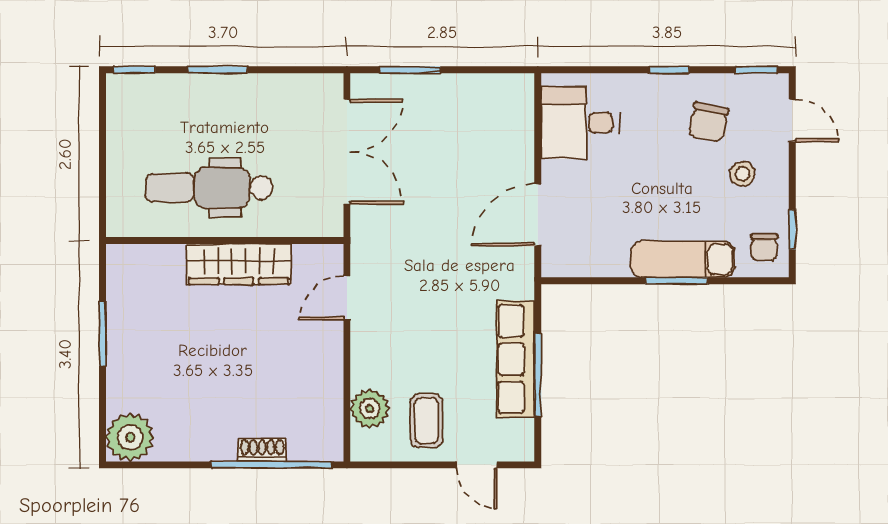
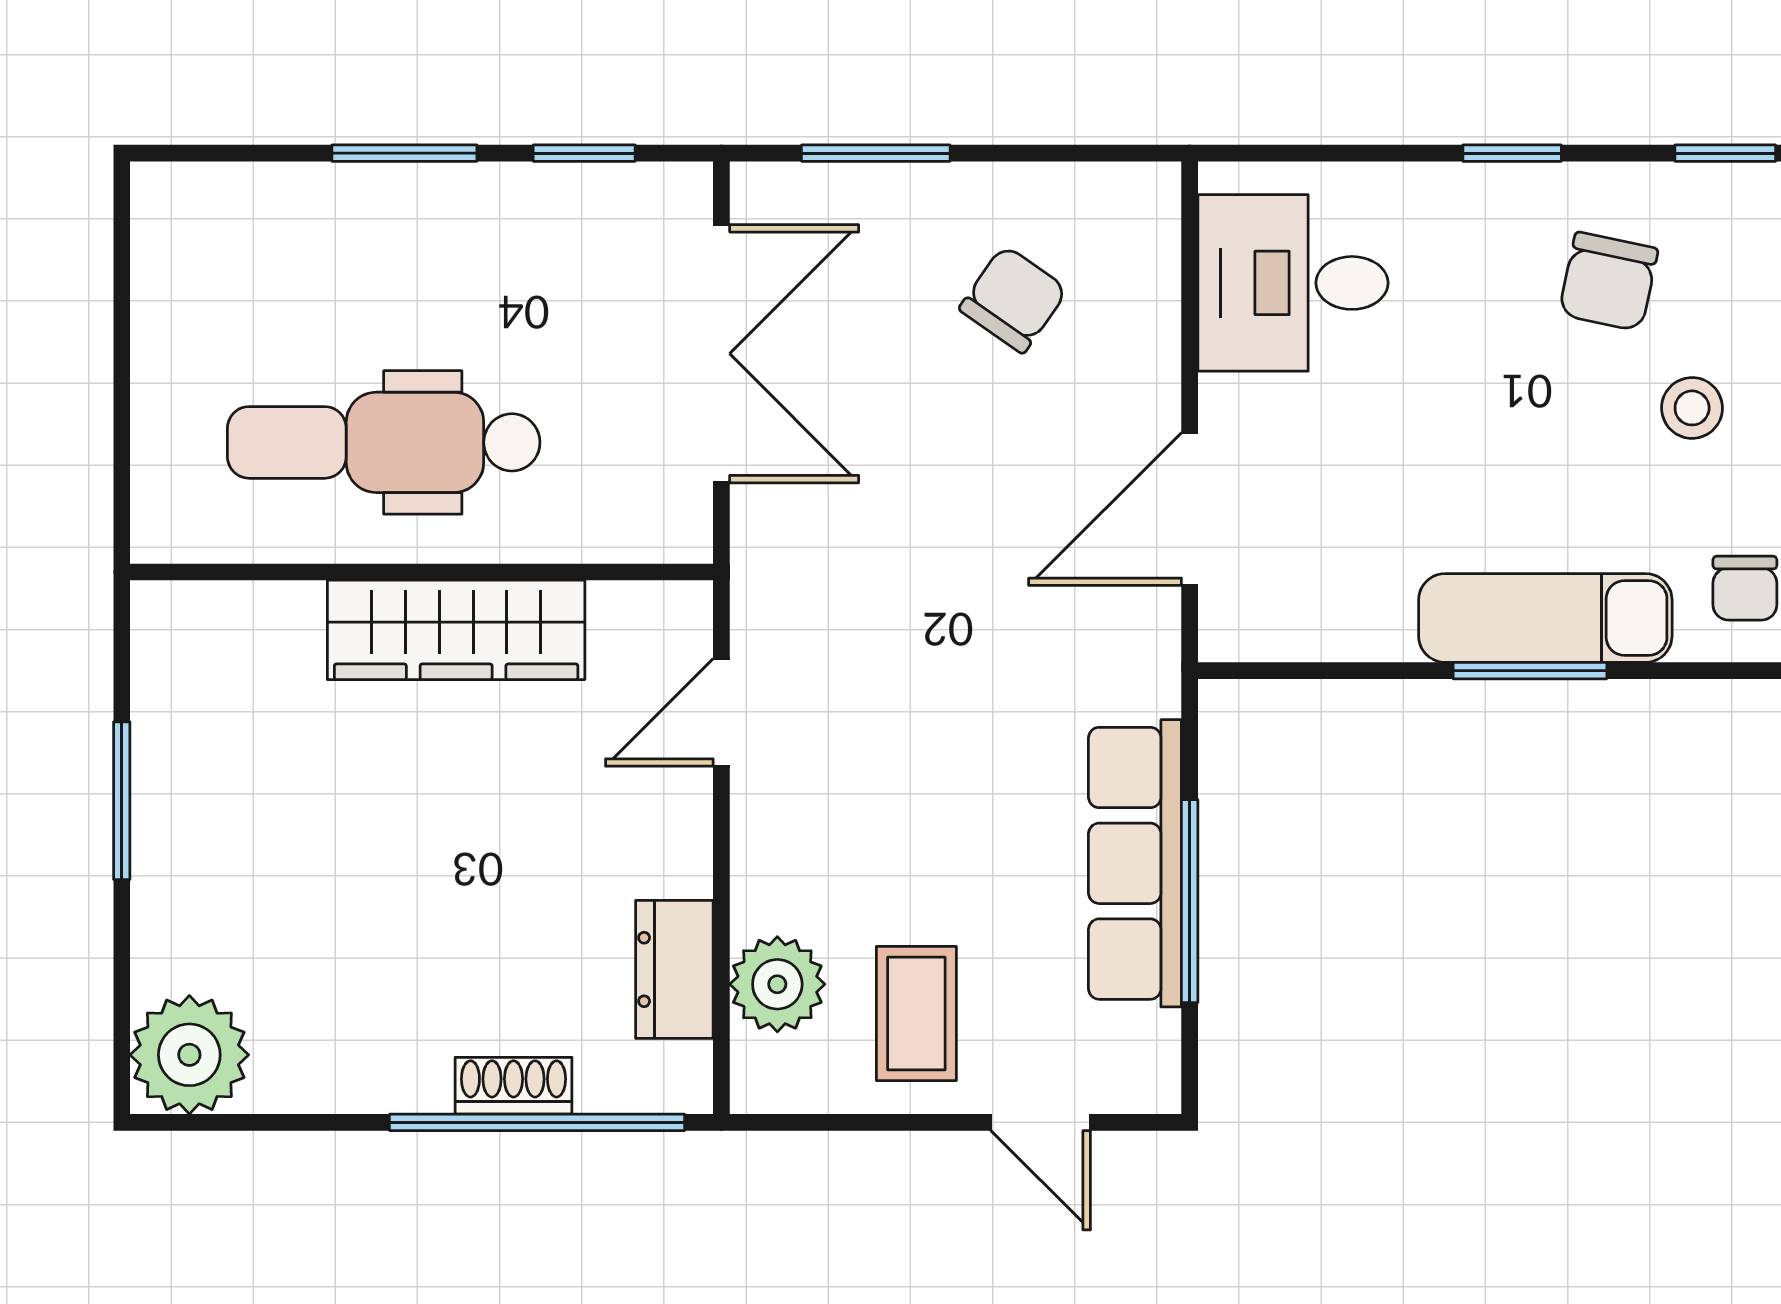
window: (134, 70) -> (584, 153), moved
chair: (466, 129) -> (1013, 299), added
dresser: (328, 403) -> (674, 969), added

